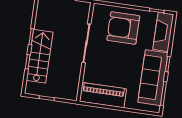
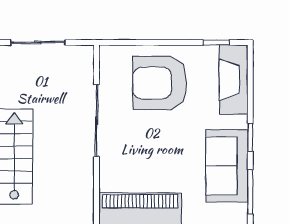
sofa: (153, 78) -> (227, 166), width x0.73

